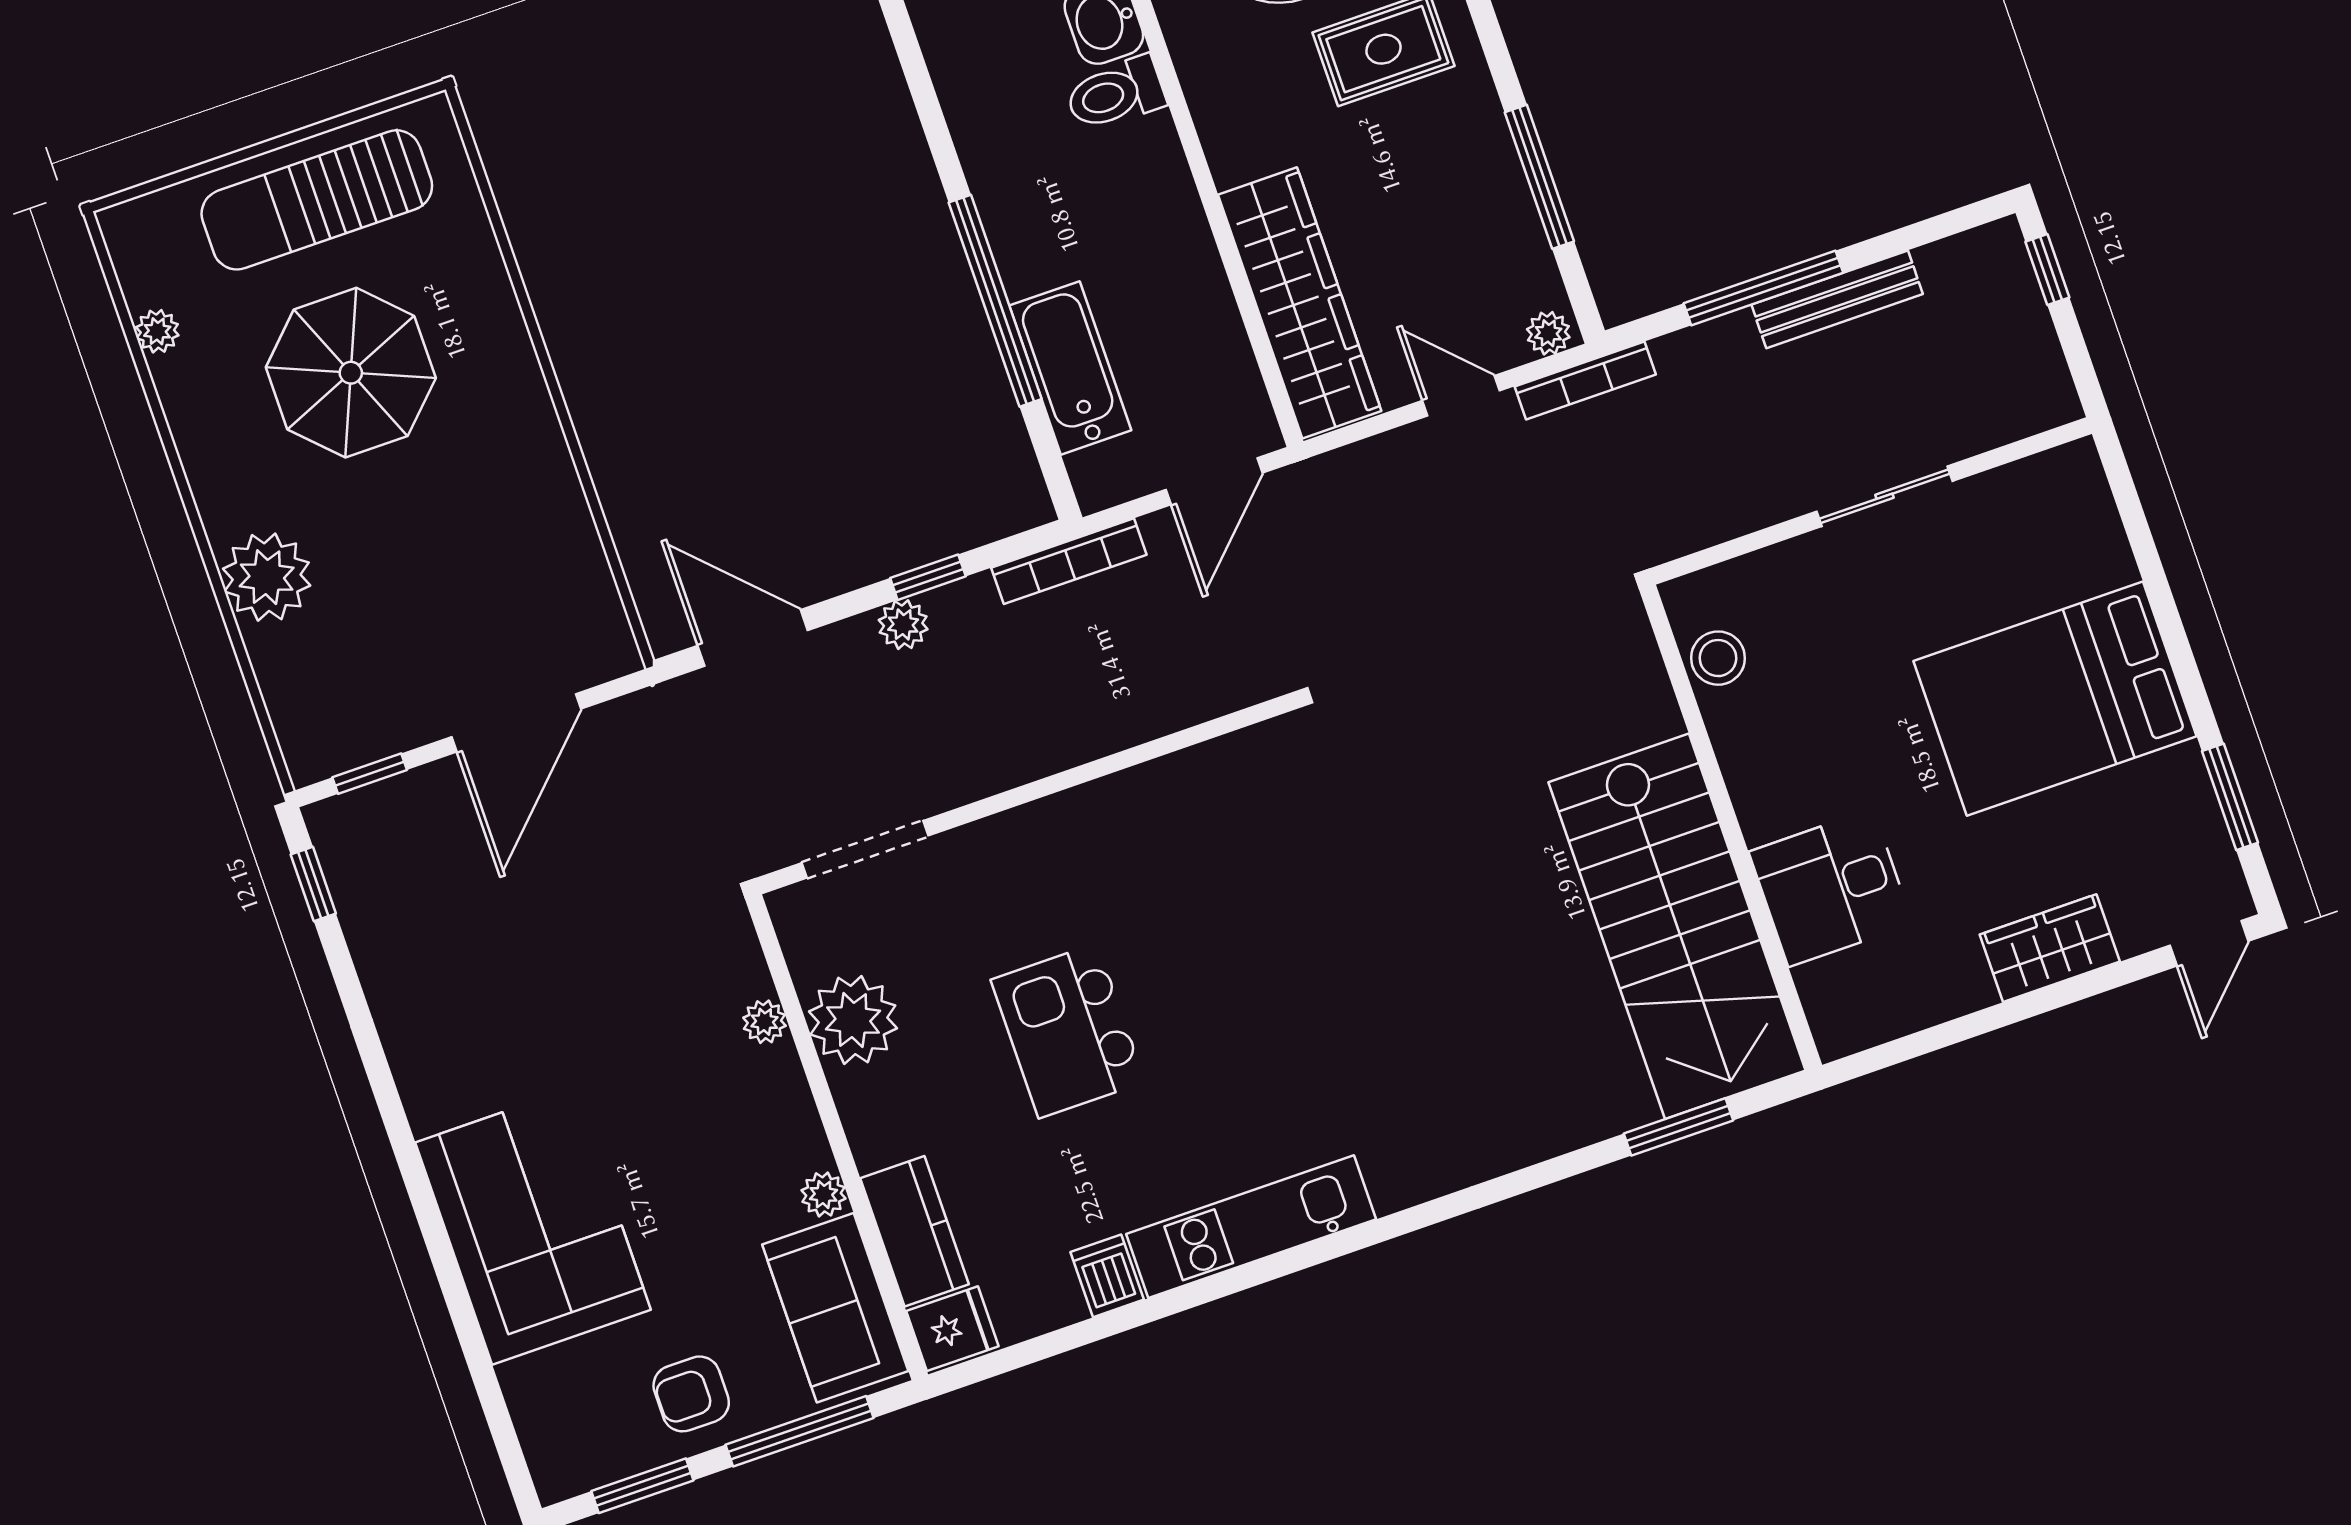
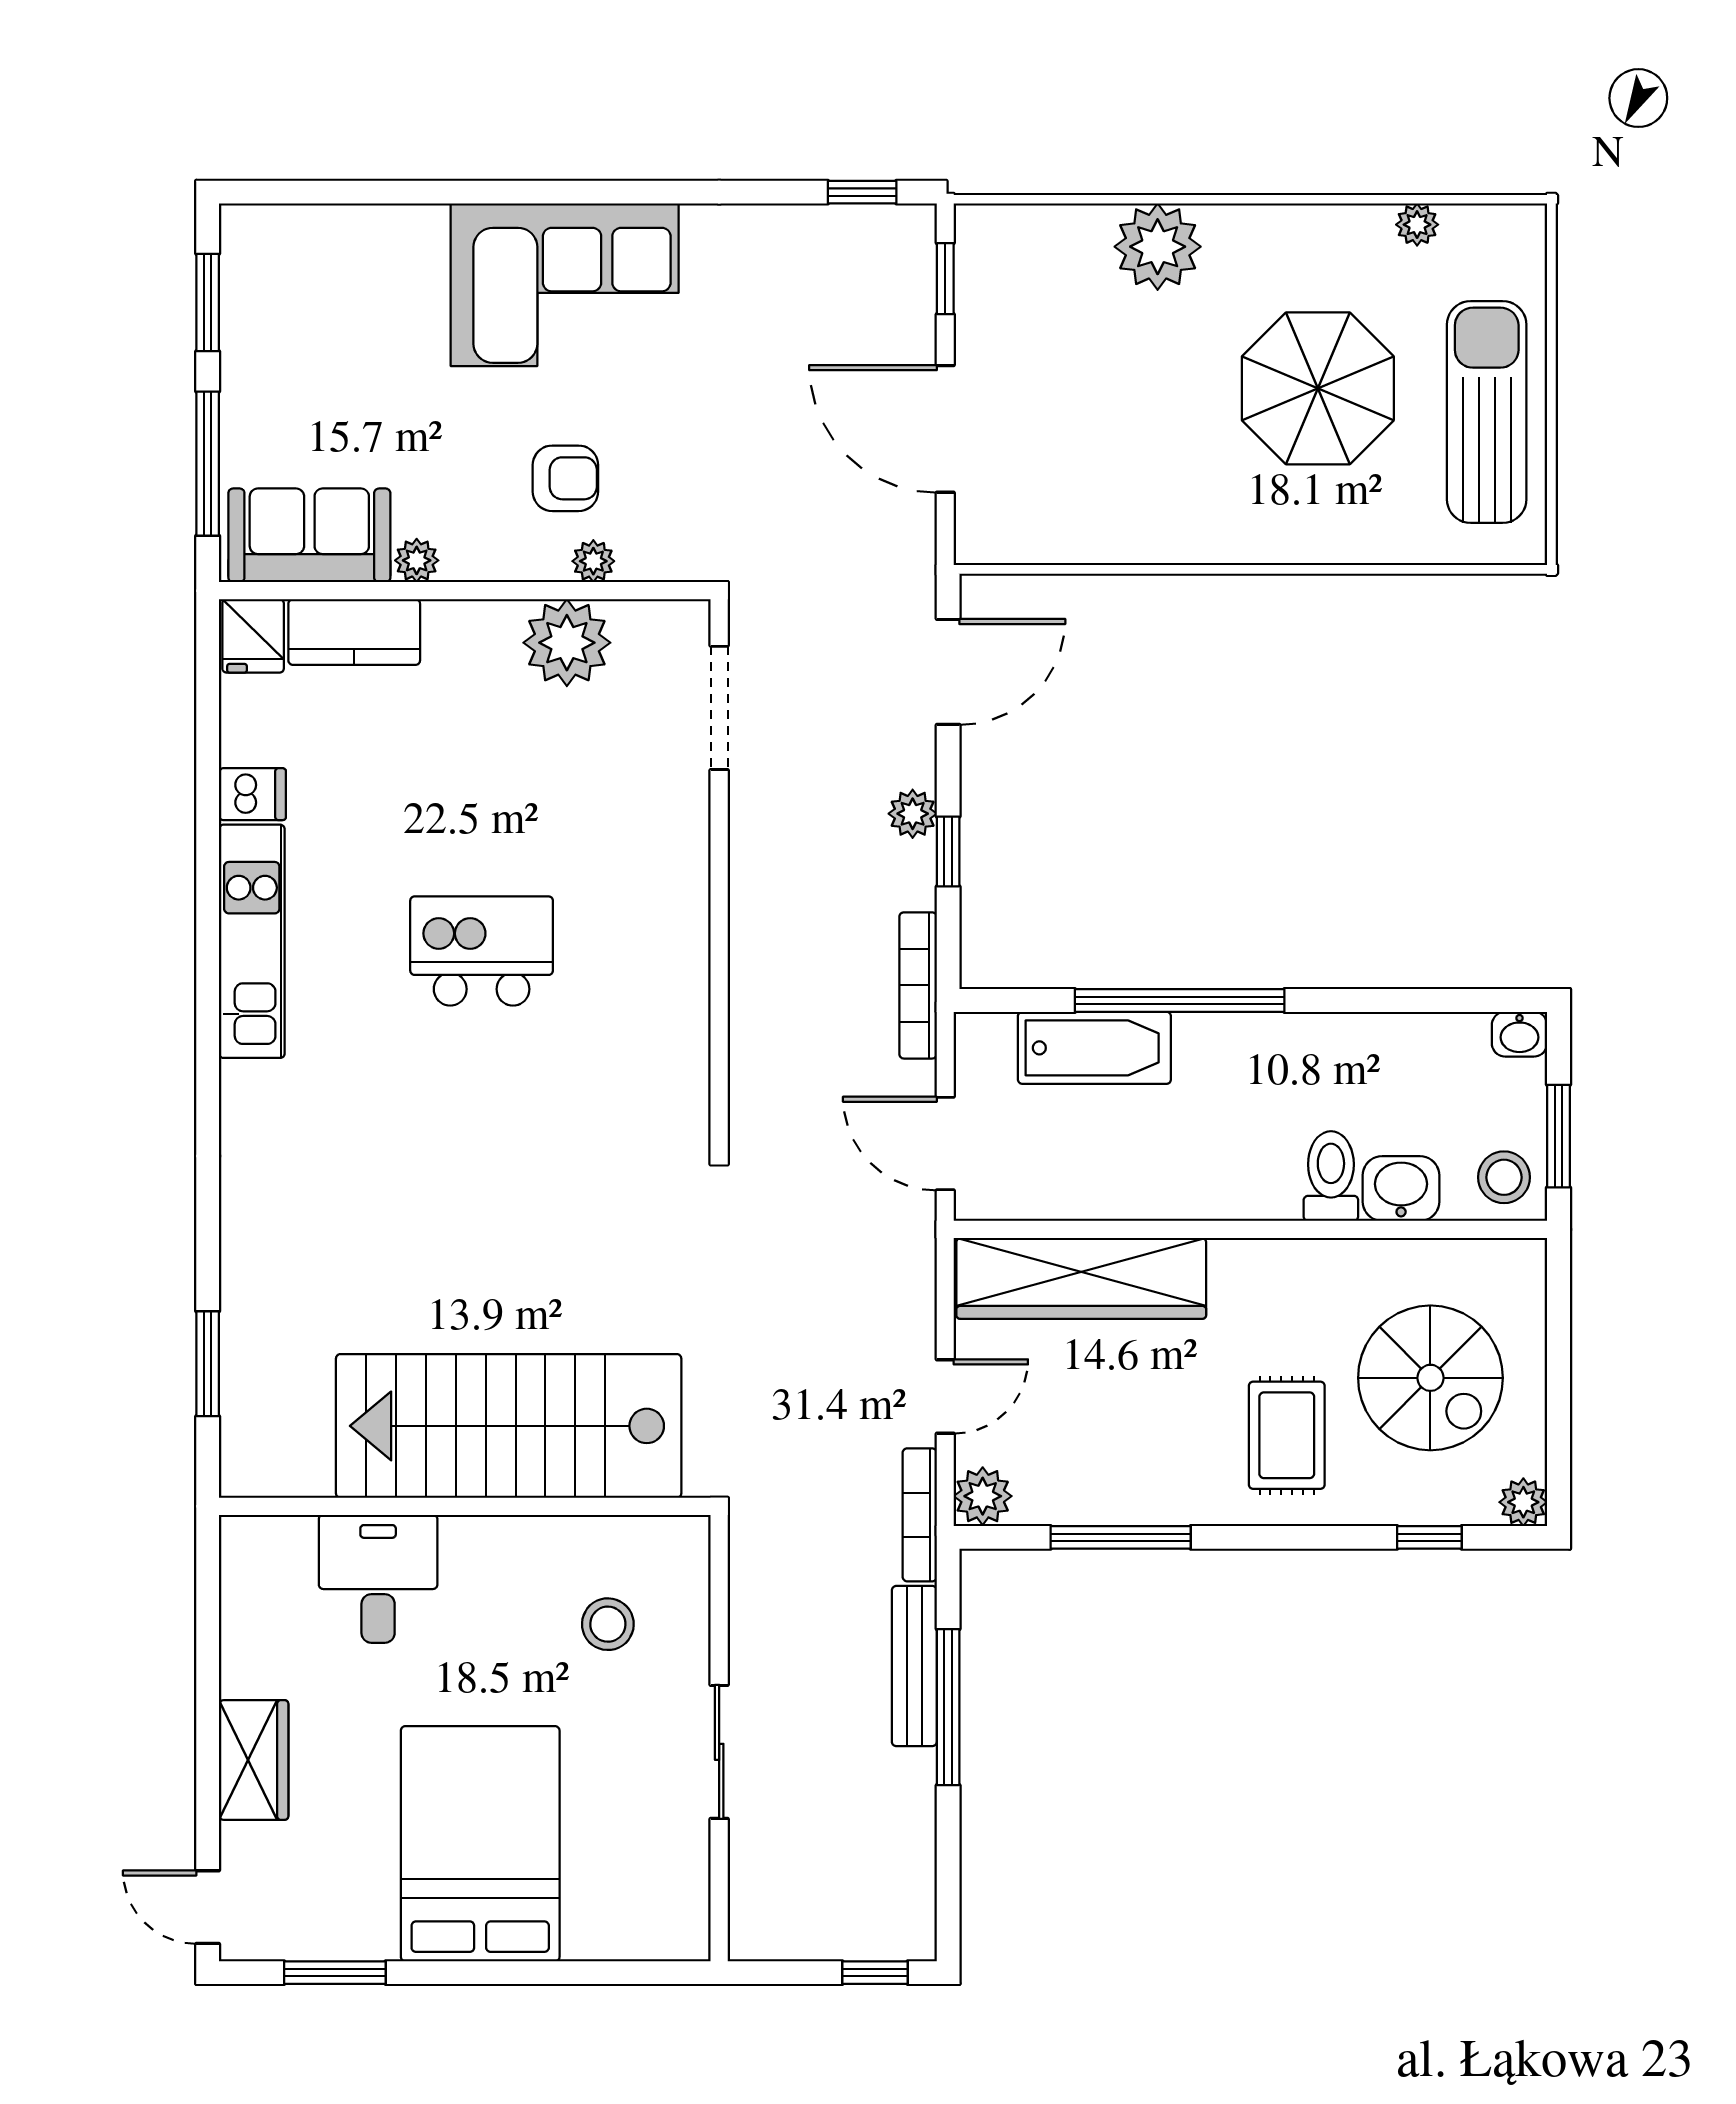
bench: (1837, 299) -> (914, 1666), moved
plant: (1548, 333) -> (983, 1496), width x1.38, depth x1.38
stool: (1718, 658) -> (608, 1624), moved
stairs: (1677, 926) -> (509, 1426), moved
kitchen island: (1068, 1031) -> (482, 951), moved
corner sofa: (533, 1226) -> (565, 285), moved
armchair: (691, 1394) -> (565, 478), moved, turned 90

